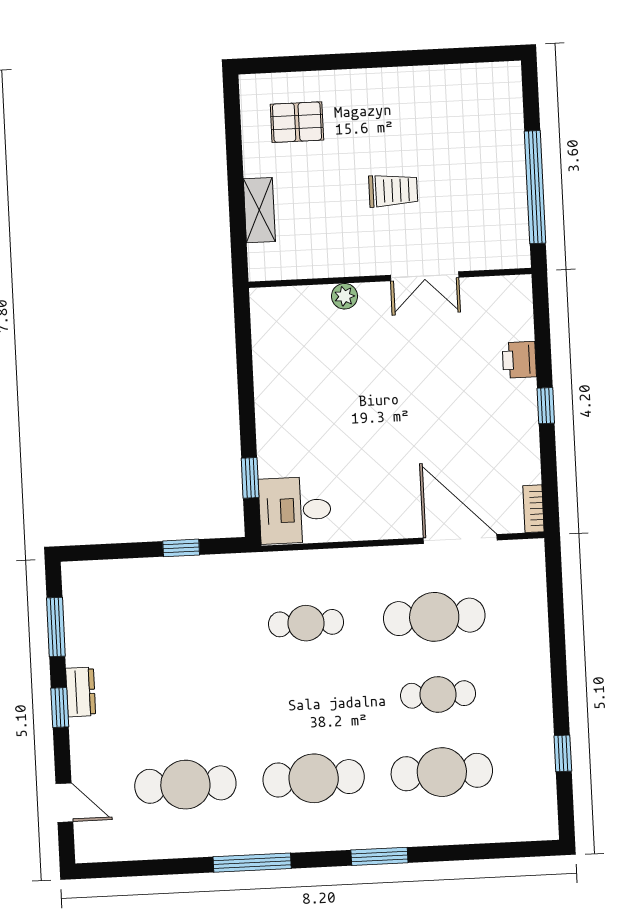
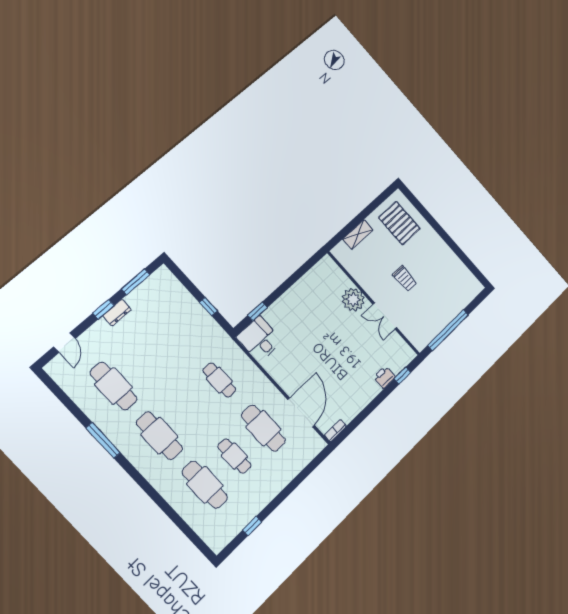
pallet: (297, 122) -> (399, 223), width x1.50, depth x1.42
plant: (344, 296) -> (353, 300), width x1.88, depth x1.88
window: (546, 406) -> (402, 376), moved
window: (379, 856) -> (149, 490), removed

